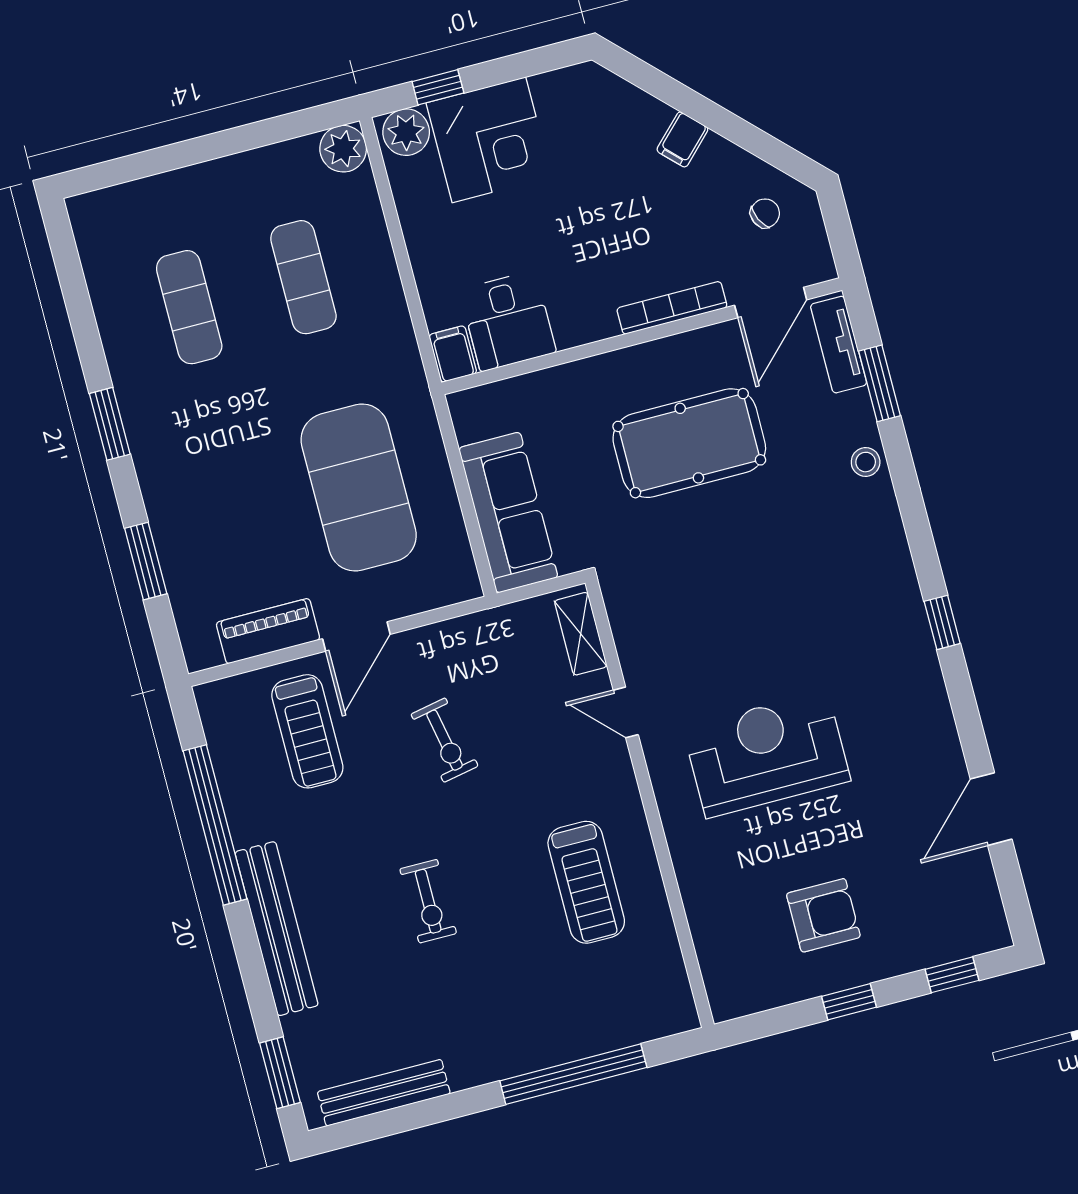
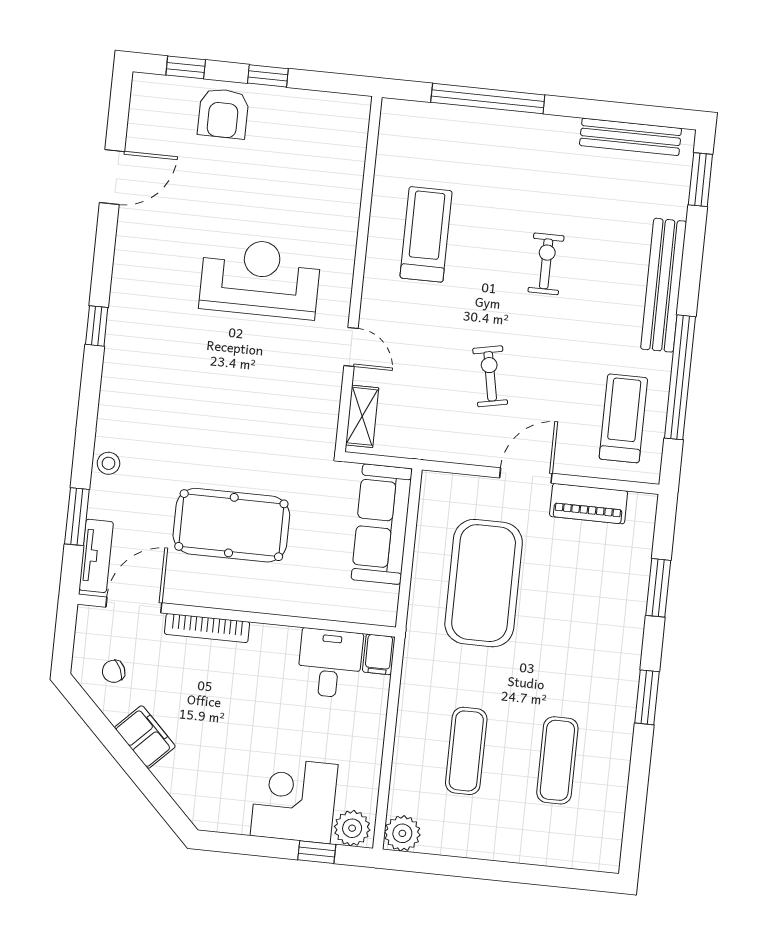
filing cabinet: (682, 139) -> (145, 737), width x2.00
treadmill: (307, 731) -> (623, 418), moved
reception desk: (767, 754) -> (260, 278), turned 180
armchair: (823, 915) -> (223, 113), moved, turned -90

